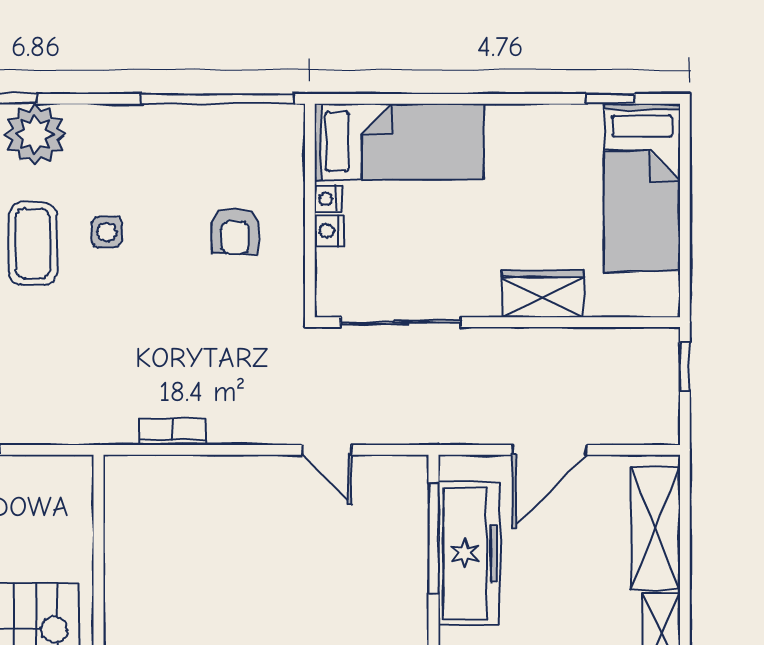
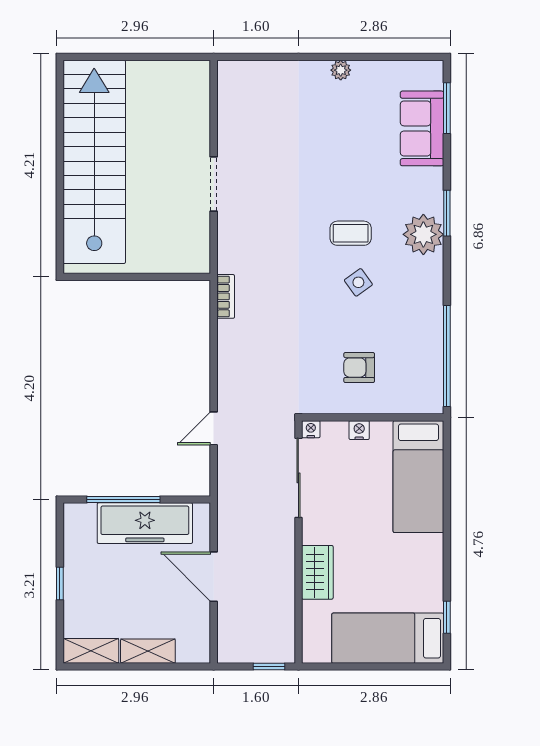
nightstand: (328, 199) -> (311, 429), moved
side table: (107, 232) -> (358, 282), turned -36
coffee table: (33, 244) -> (351, 233), width x0.73, depth x0.77
bookcase: (173, 432) -> (226, 296), moved
shelving: (655, 528) -> (148, 651), width x0.67, depth x0.75
window: (434, 538) -> (123, 500), moved

